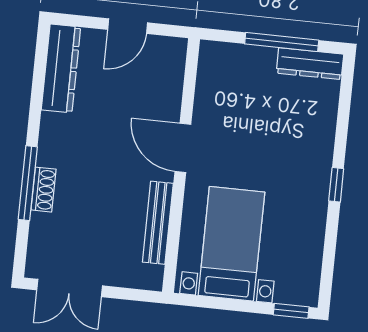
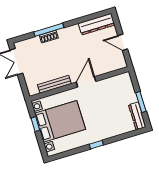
window: (282, 42) -> (141, 102), width x0.69
bed with nightstands: (231, 244) -> (60, 121), width x1.36
window: (291, 311) -> (35, 124), moved

